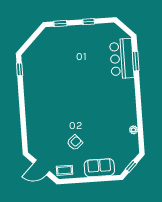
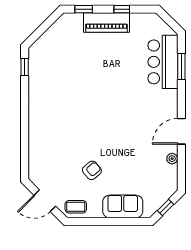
piano: (78, 32) -> (106, 23), added
door: (139, 109) -> (181, 131), added

